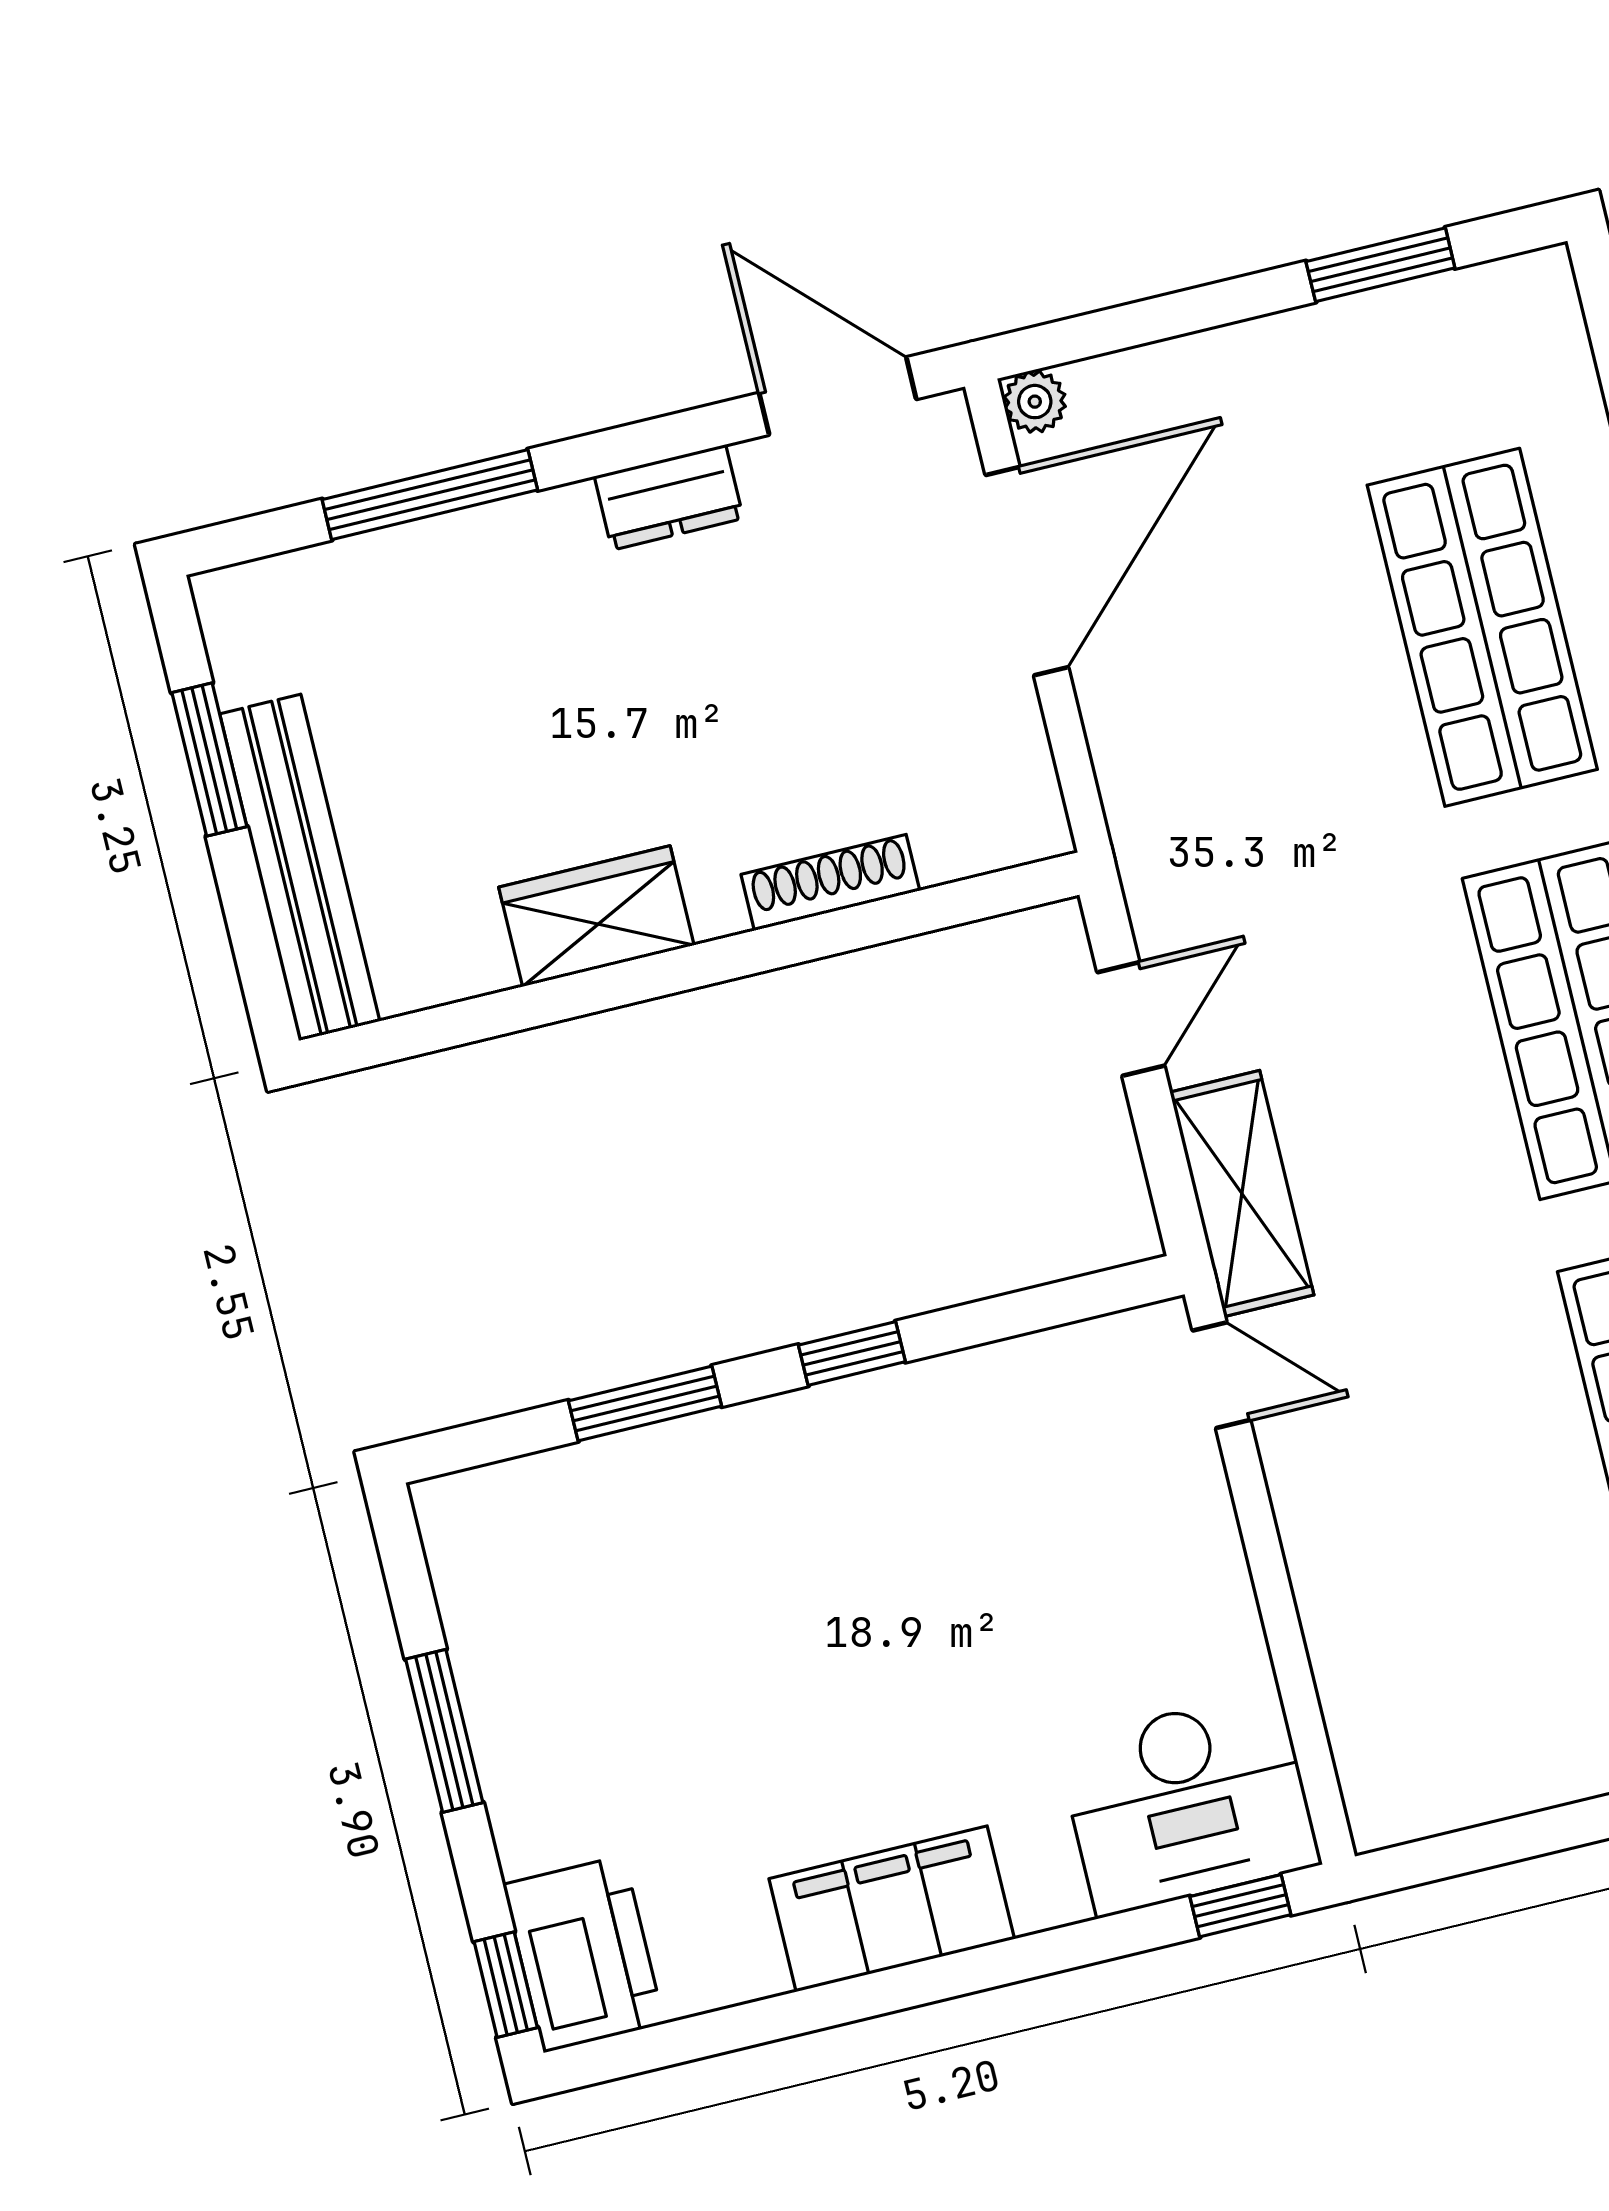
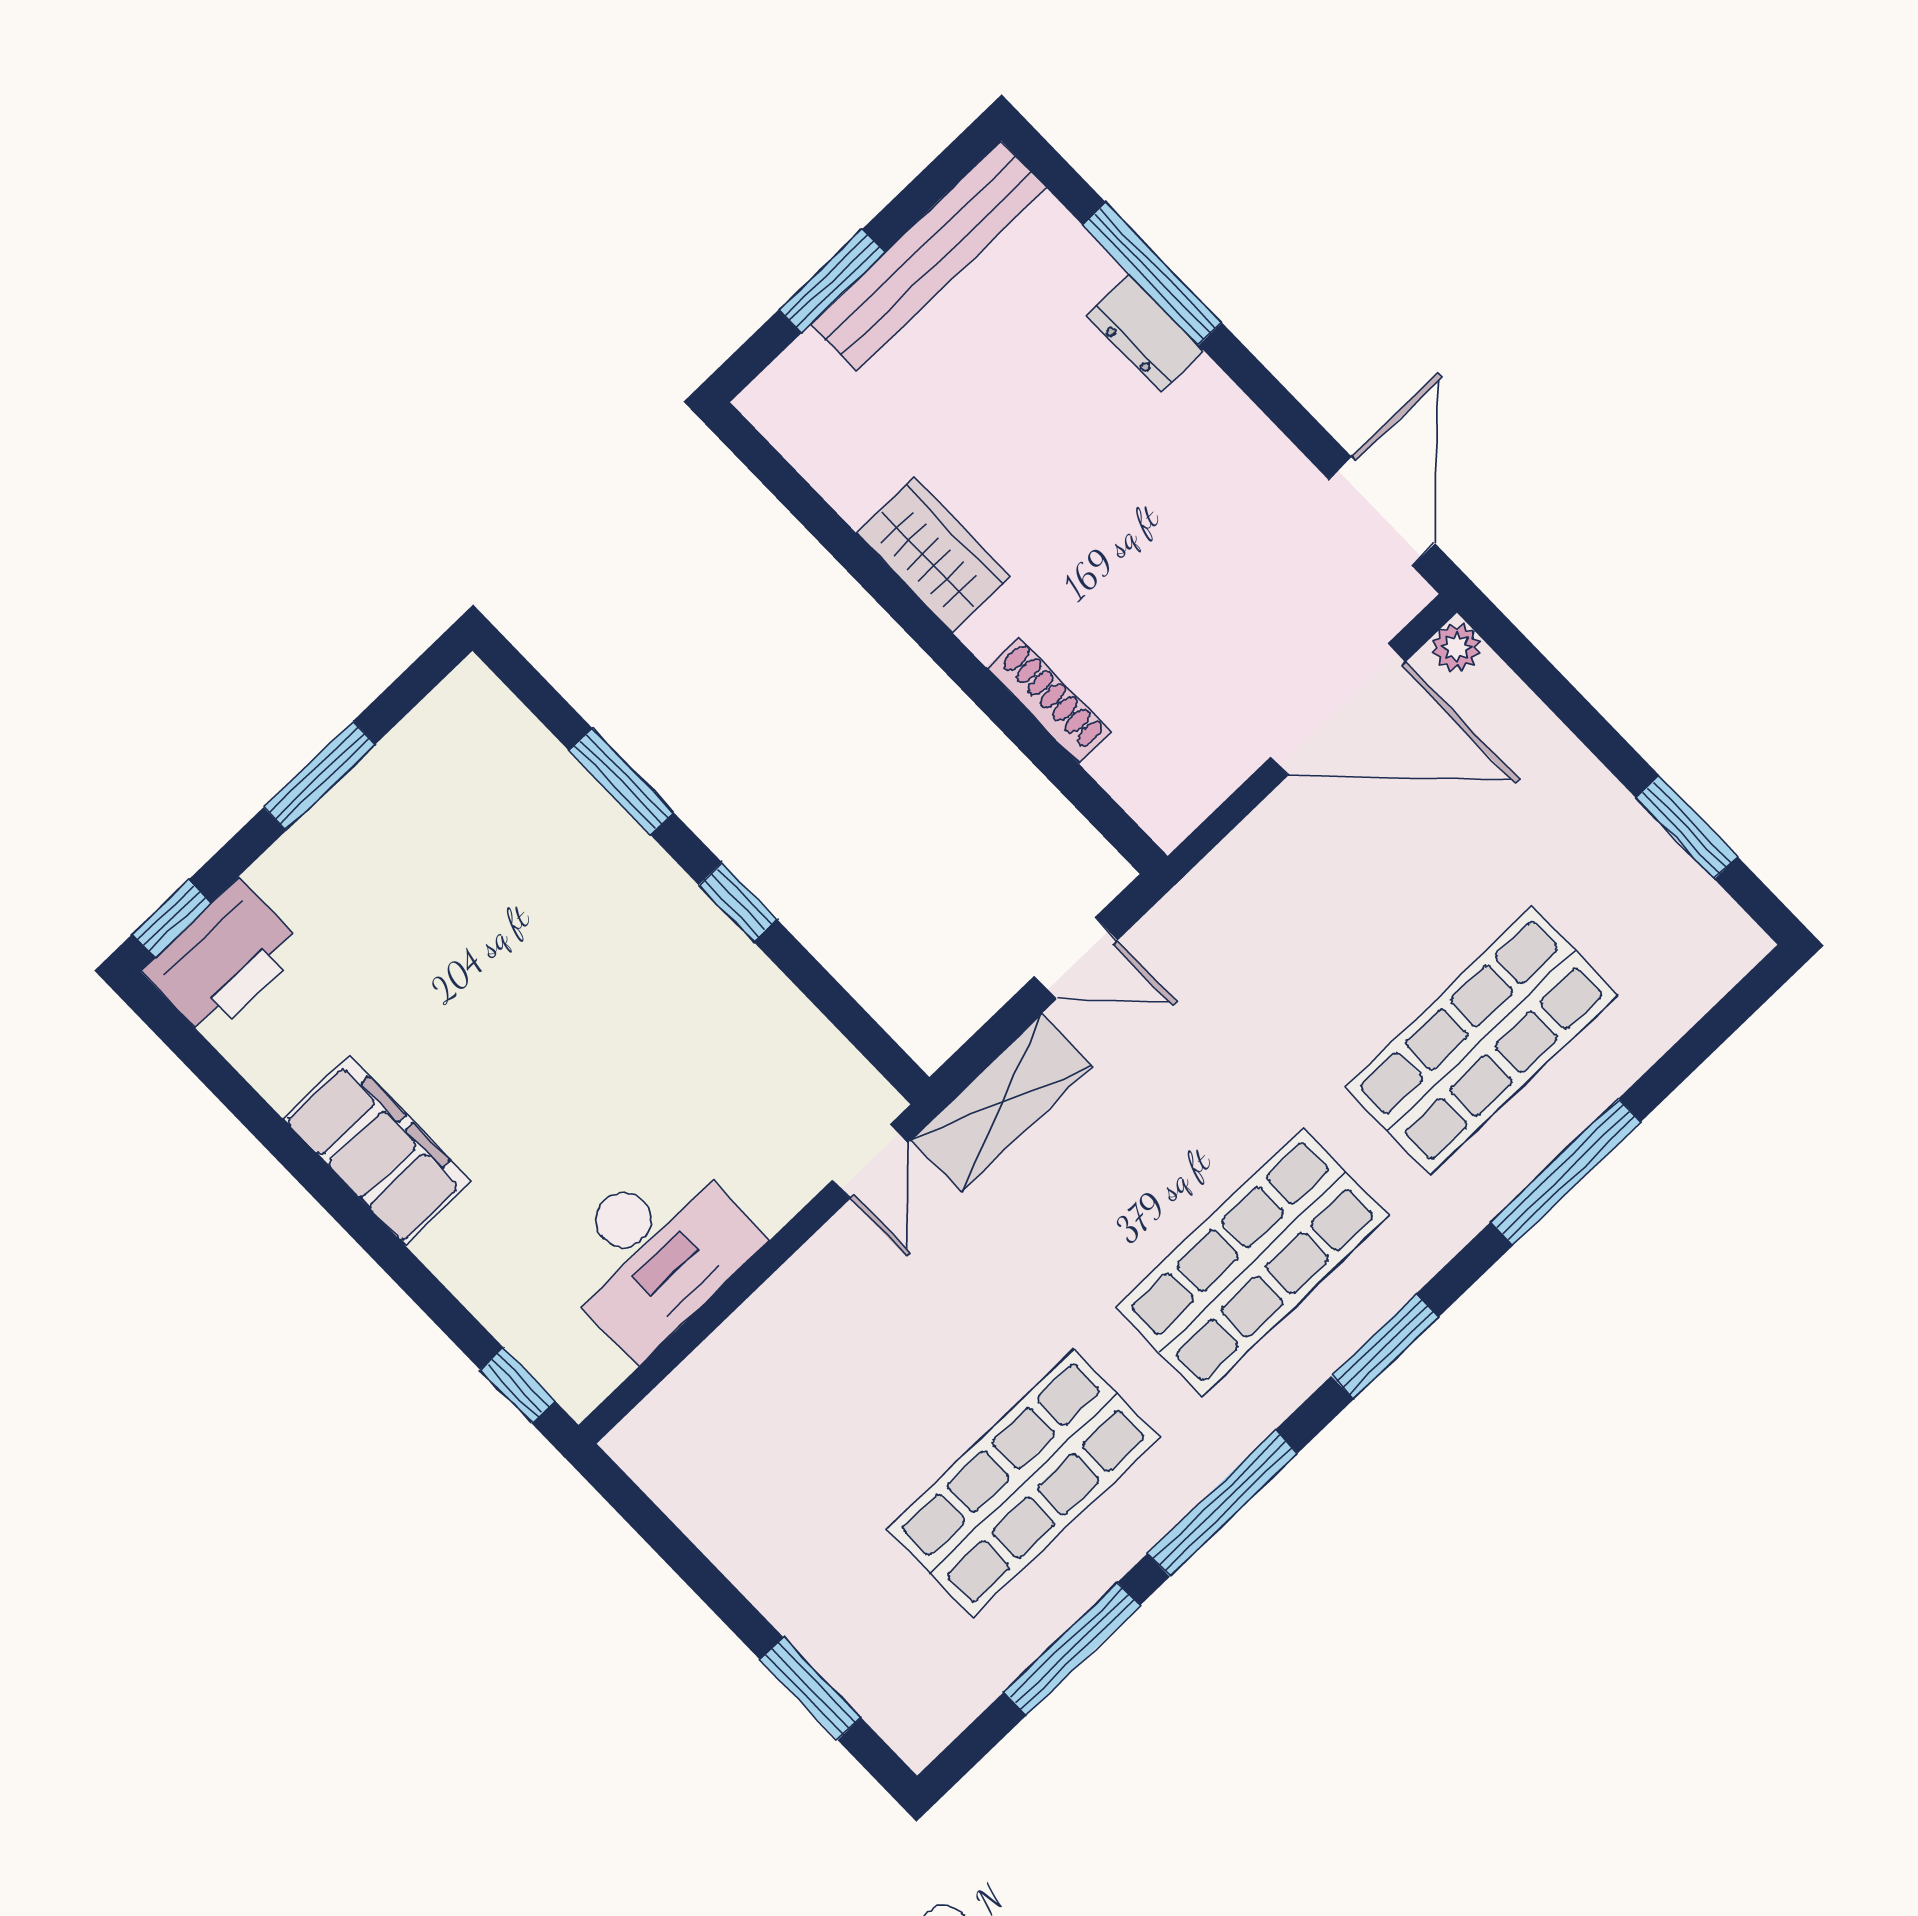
dresser: (669, 497) -> (1145, 333), moved
window: (209, 760) -> (832, 281), moved
bench: (300, 867) -> (929, 256), moved
desk: (1188, 1803) -> (654, 1252), moved, turned -90

